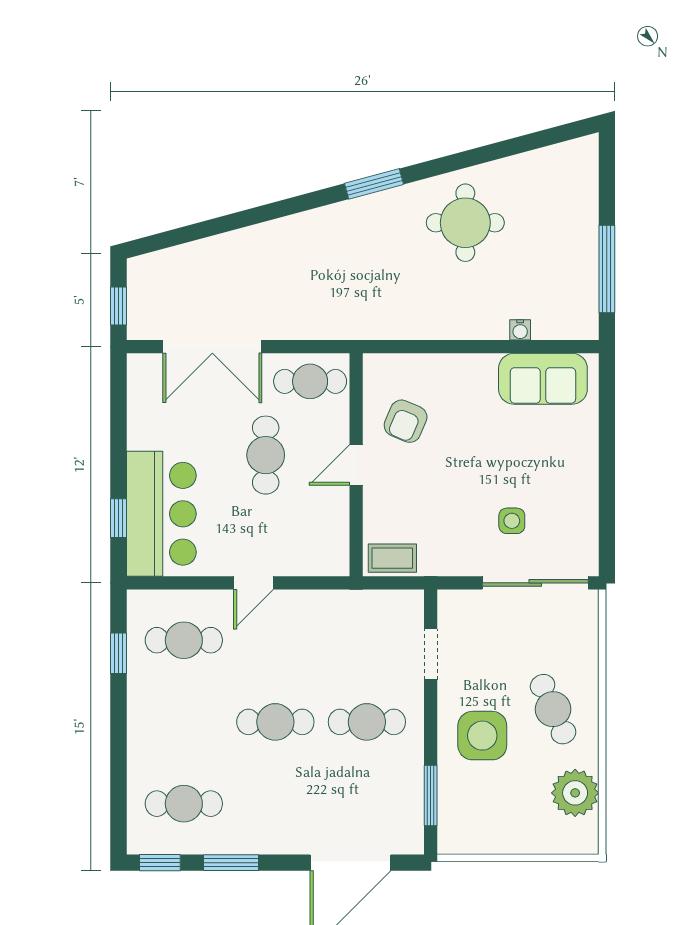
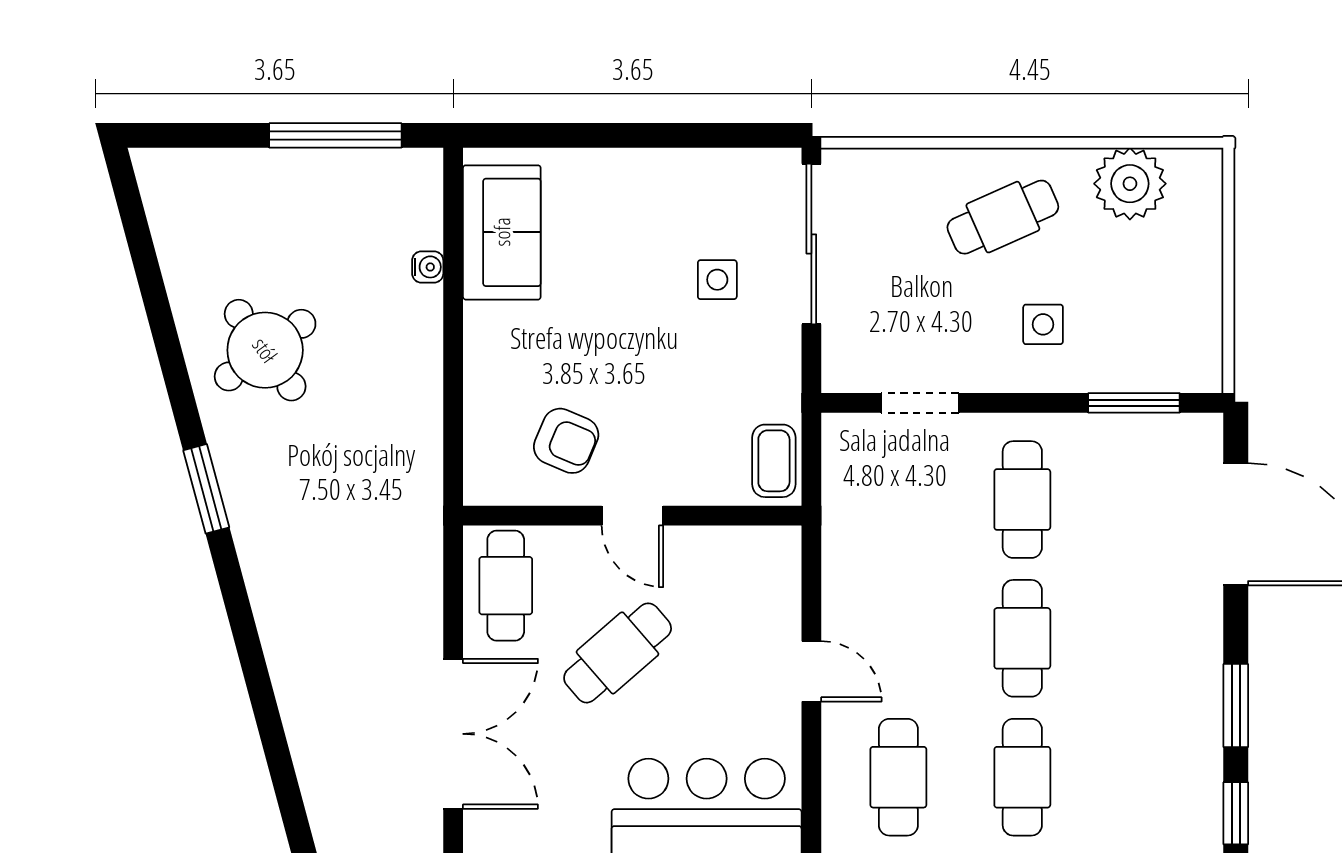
round table: (465, 223) -> (265, 350), turned -36
cafe table: (266, 455) -> (618, 653), turned -41
side table: (482, 736) -> (1043, 324), width x0.54, depth x0.54
cafe table: (184, 804) -> (1022, 777), moved

